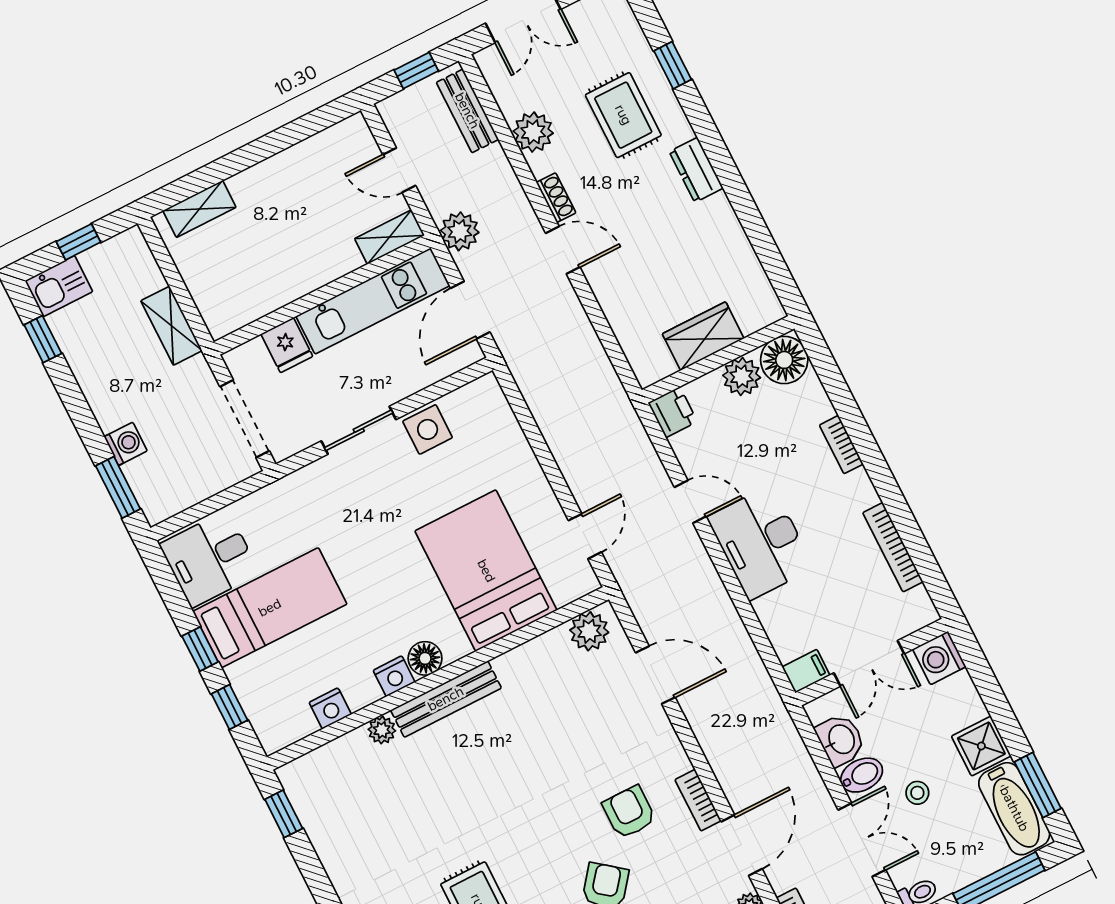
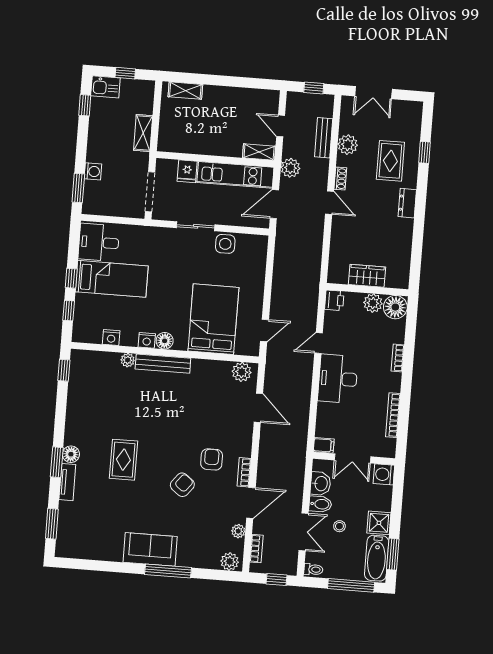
bench: (467, 111) -> (324, 138), moved
door: (690, 502) -> (318, 343), swing flipped

